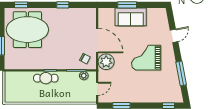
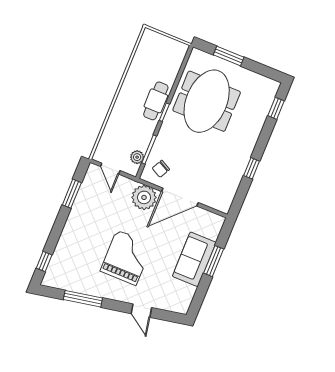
meeting table: (27, 30) -> (207, 101), moved

